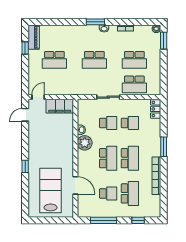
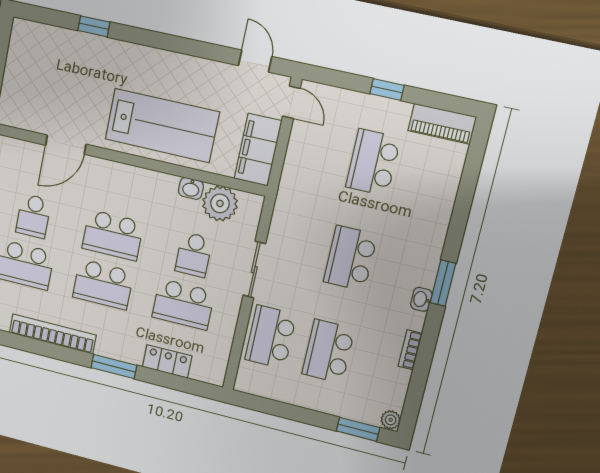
window: (25, 48) -> (387, 90), moved
locker: (156, 109) -> (167, 361), moved
school desk: (130, 123) -> (183, 304), width x1.85
plant: (85, 143) -> (220, 203), moved
window: (25, 166) -> (94, 26), moved
lab bench: (51, 190) -> (162, 126), moved

